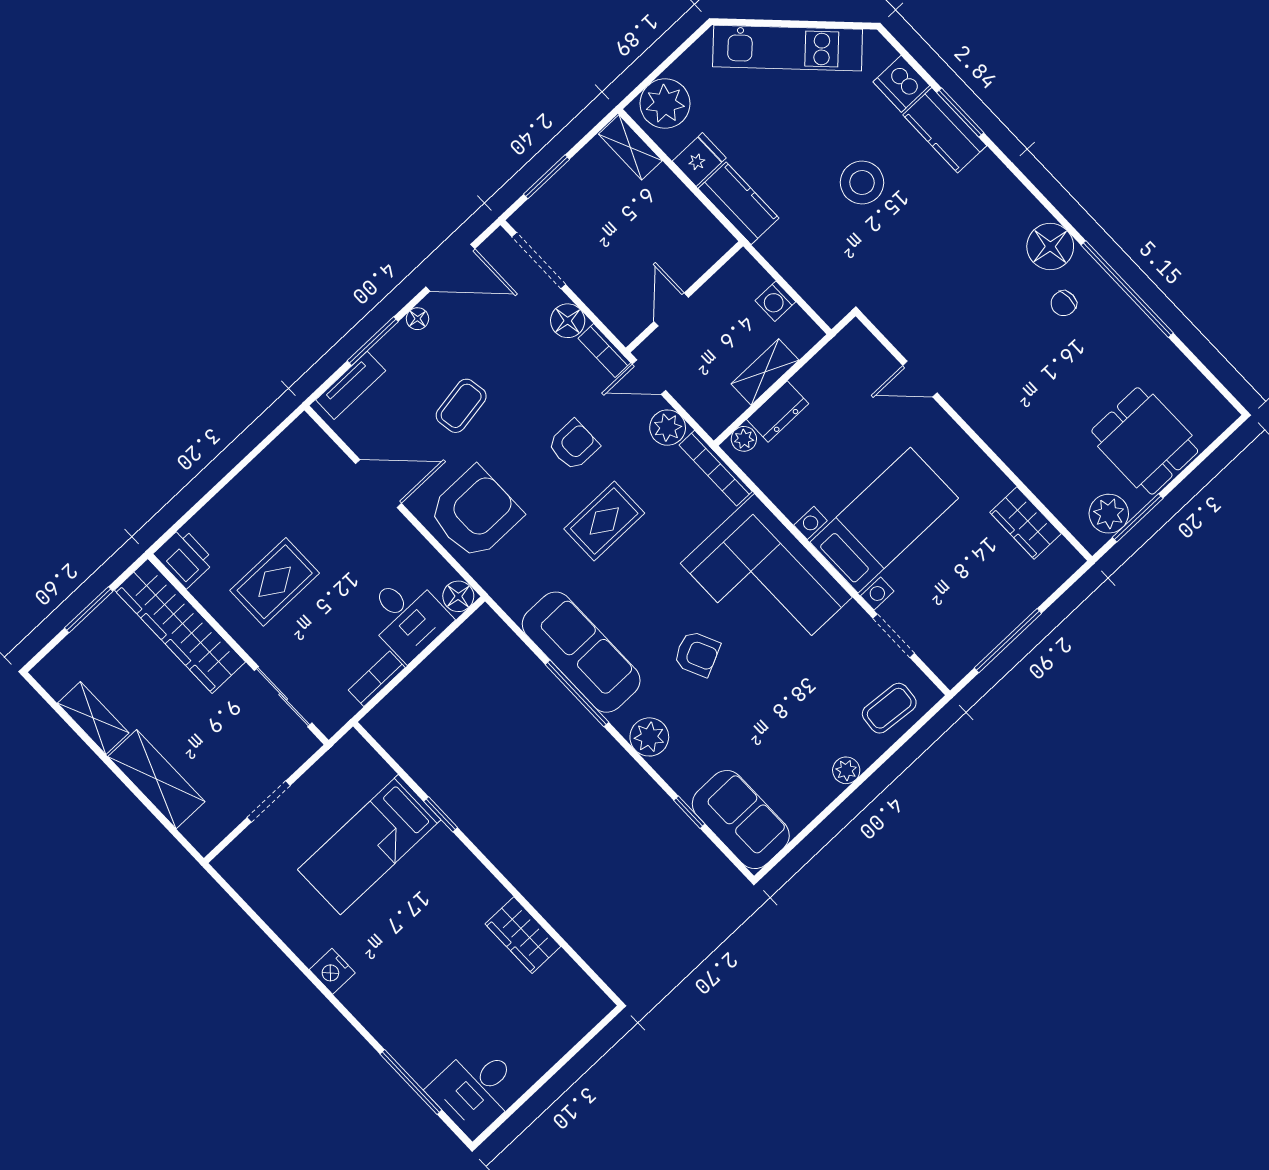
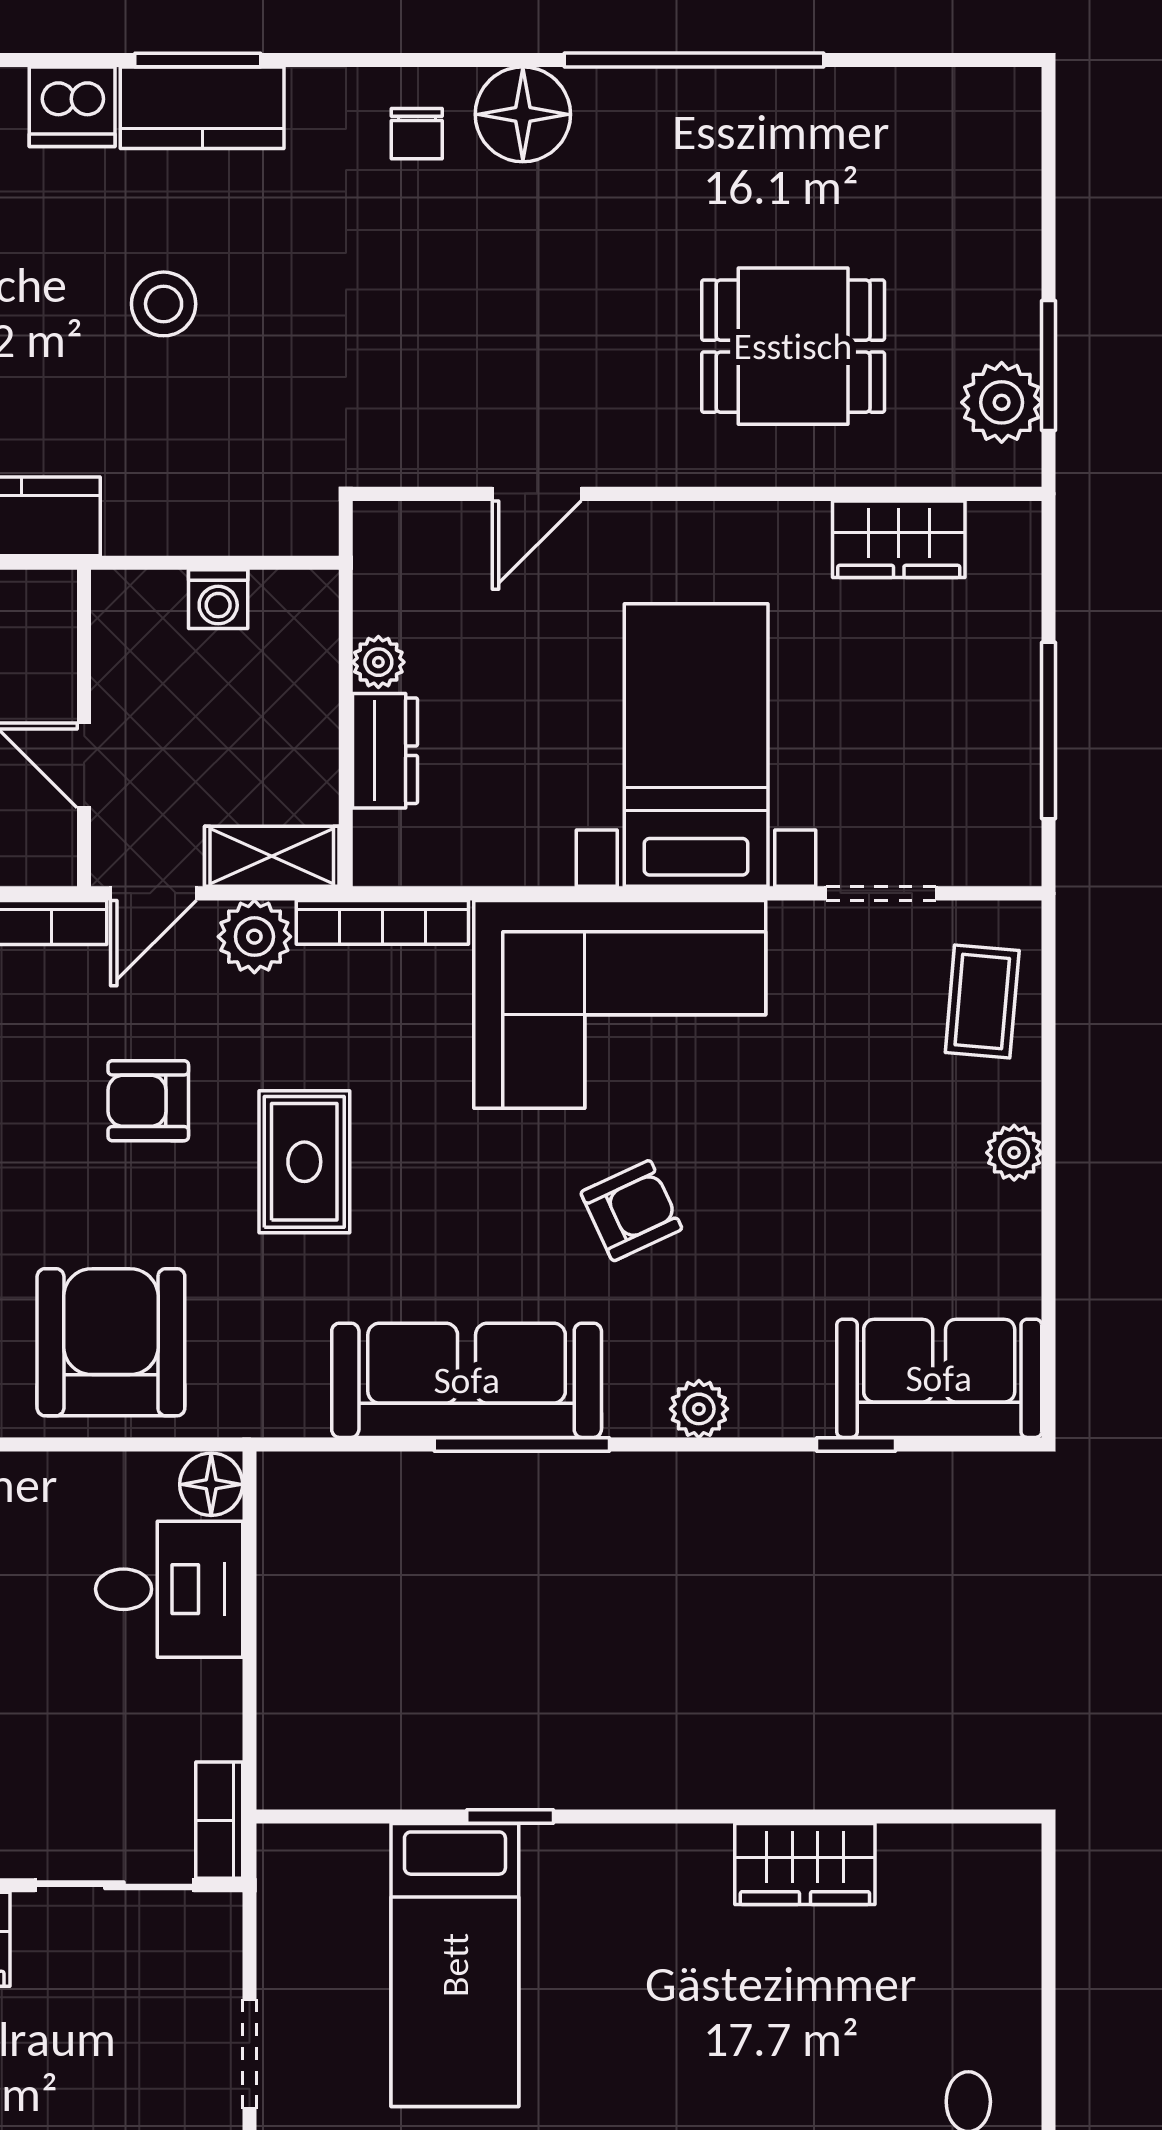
stool: (862, 183) -> (164, 304), width x0.73, depth x0.73
chair: (1064, 303) -> (417, 134), moved
shelving: (765, 372) -> (272, 856), moved, turned 90
plant: (744, 439) -> (378, 662), moved
dining table: (1145, 441) -> (793, 346), moved
armchair: (574, 445) -> (148, 1101), turned -90
bookcase: (377, 679) -> (219, 1820), moved
plant: (649, 737) -> (699, 1409), width x0.73, depth x0.73

